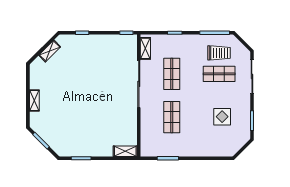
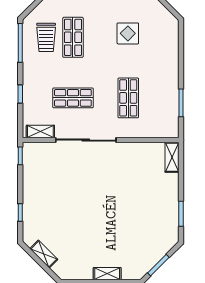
trolley: (219, 53) -> (46, 37), turned 180
shop shelf: (172, 117) -> (128, 98), turned 90

